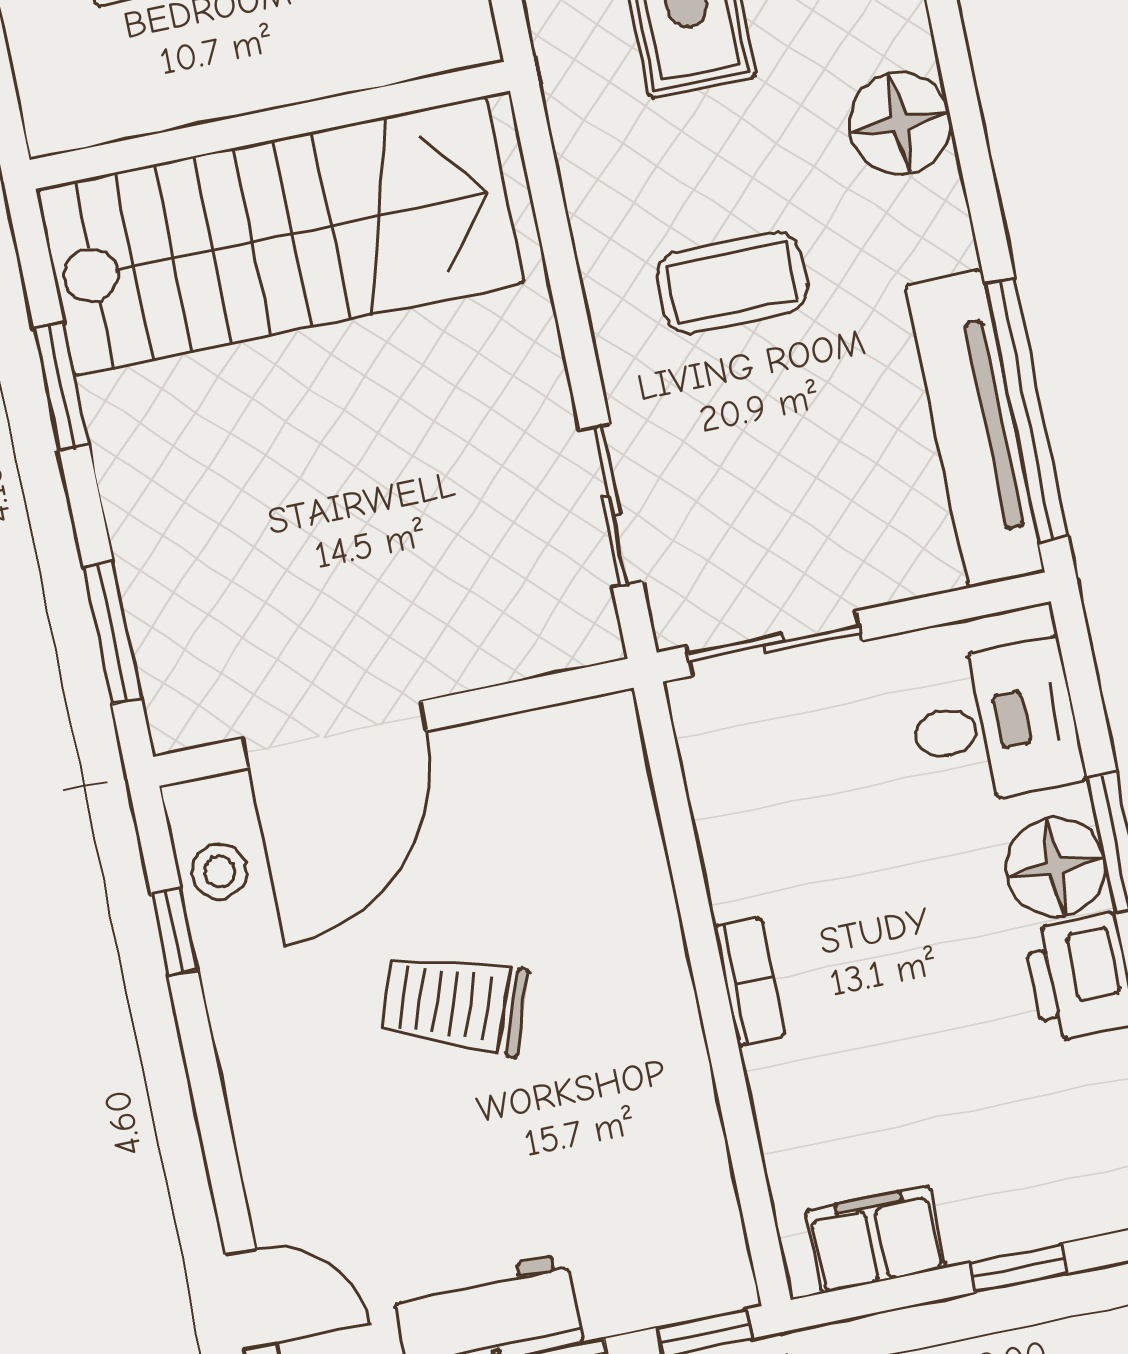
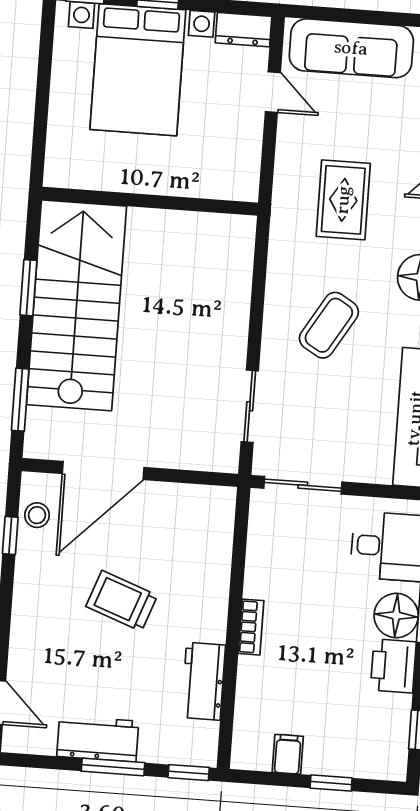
stairs: (280, 236) -> (77, 305), moved, turned -90
coffee table: (732, 283) -> (329, 325), turned -59
workbench: (680, 1127) -> (203, 681), added
filing cabinet: (876, 1239) -> (288, 754), width x0.50

